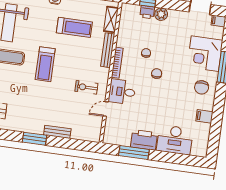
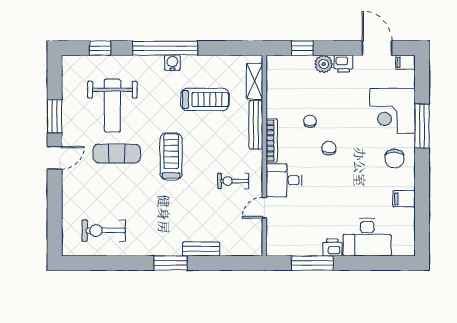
printer: (147, 12) -> (343, 64), moved
treadmill: (45, 64) -> (171, 157), turned 180
printer: (144, 140) -> (332, 247), width x0.53, depth x0.68

